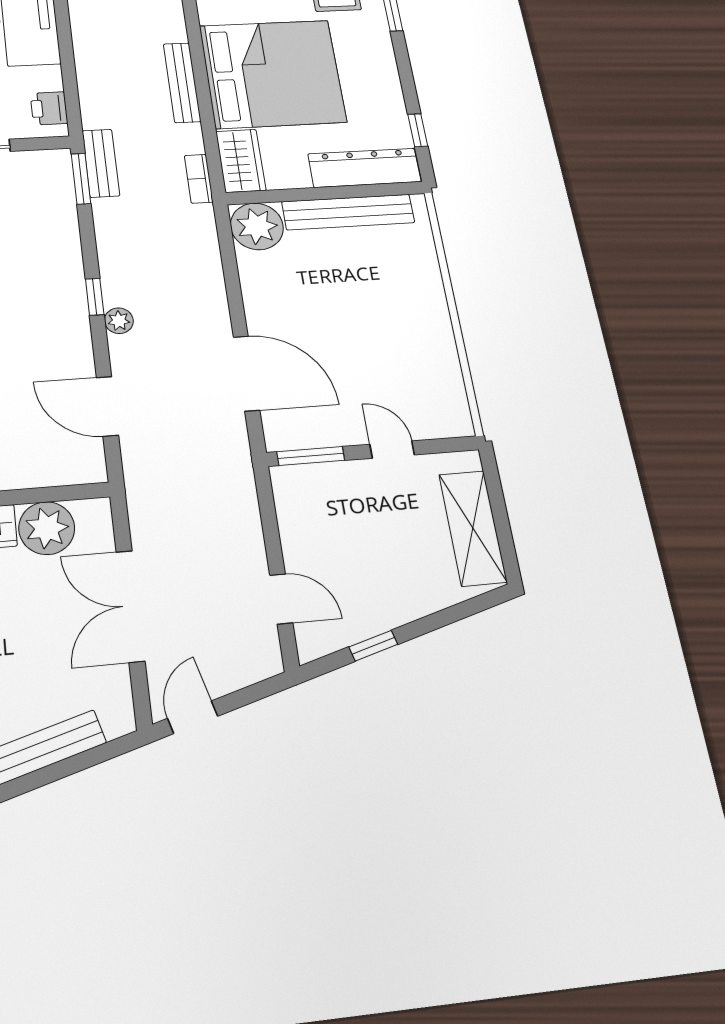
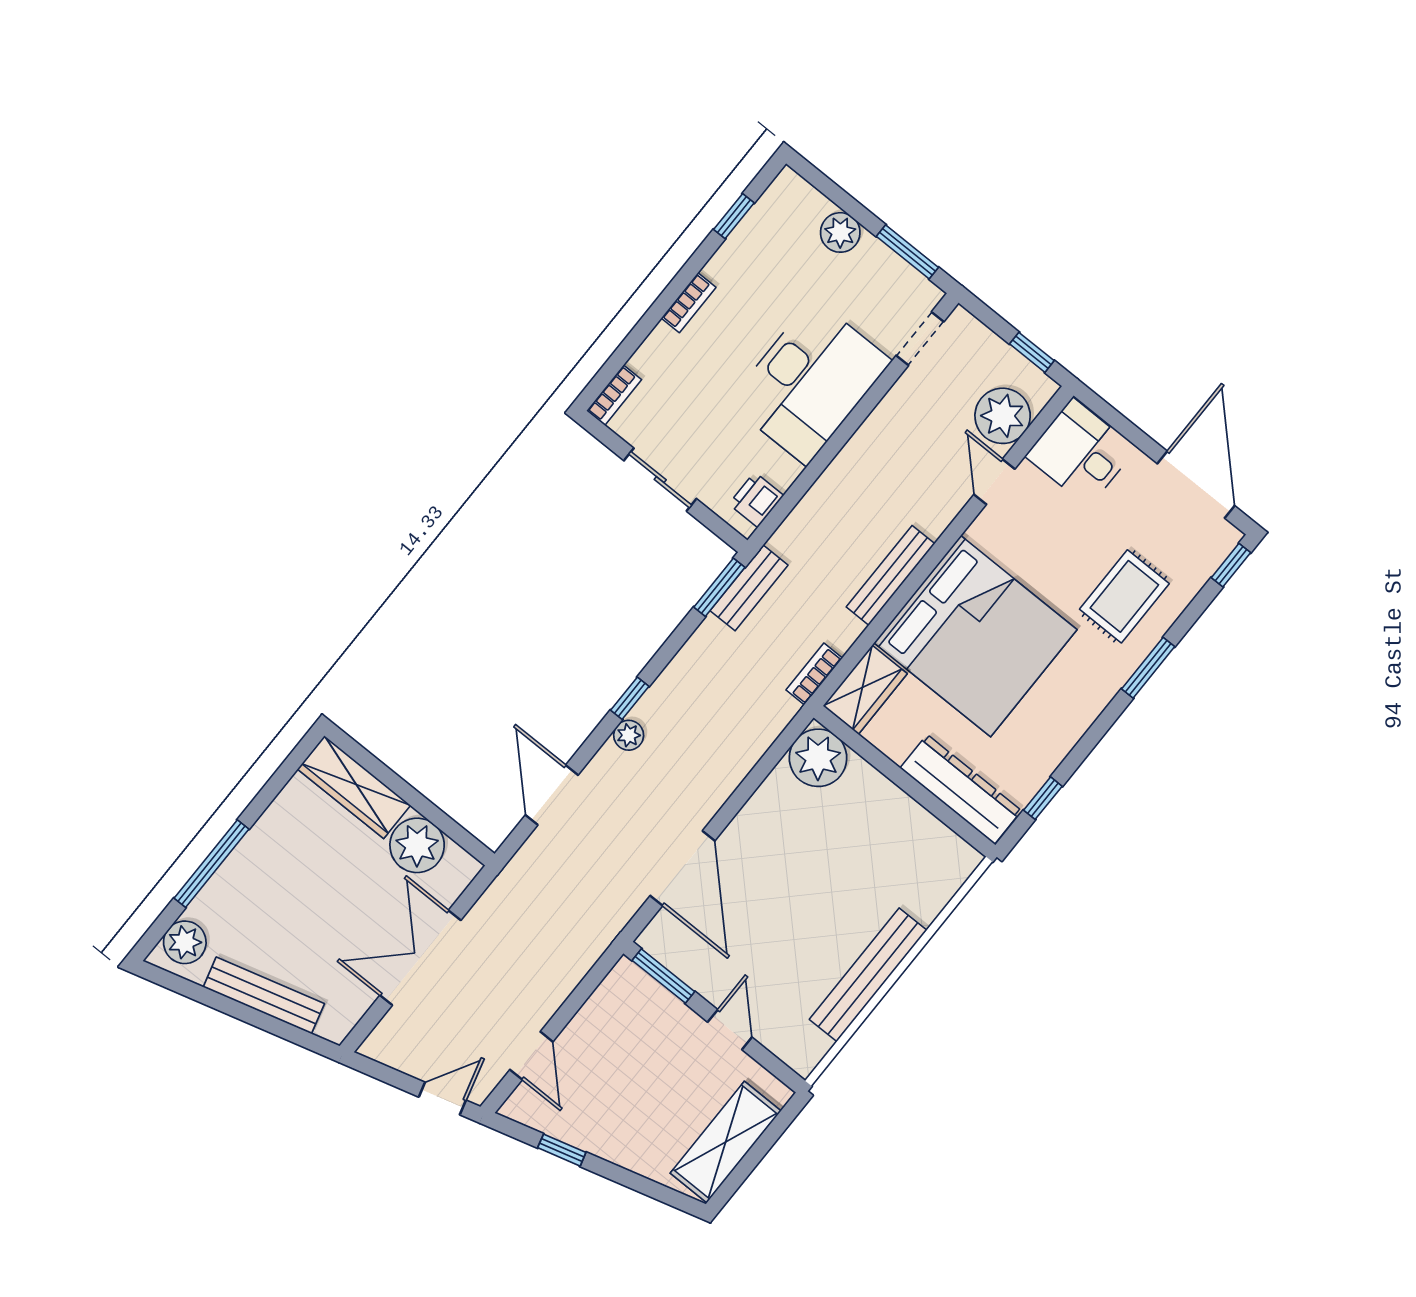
bench: (348, 212) -> (868, 975), moved, turned 90
door: (193, 717) -> (442, 1099), moved

